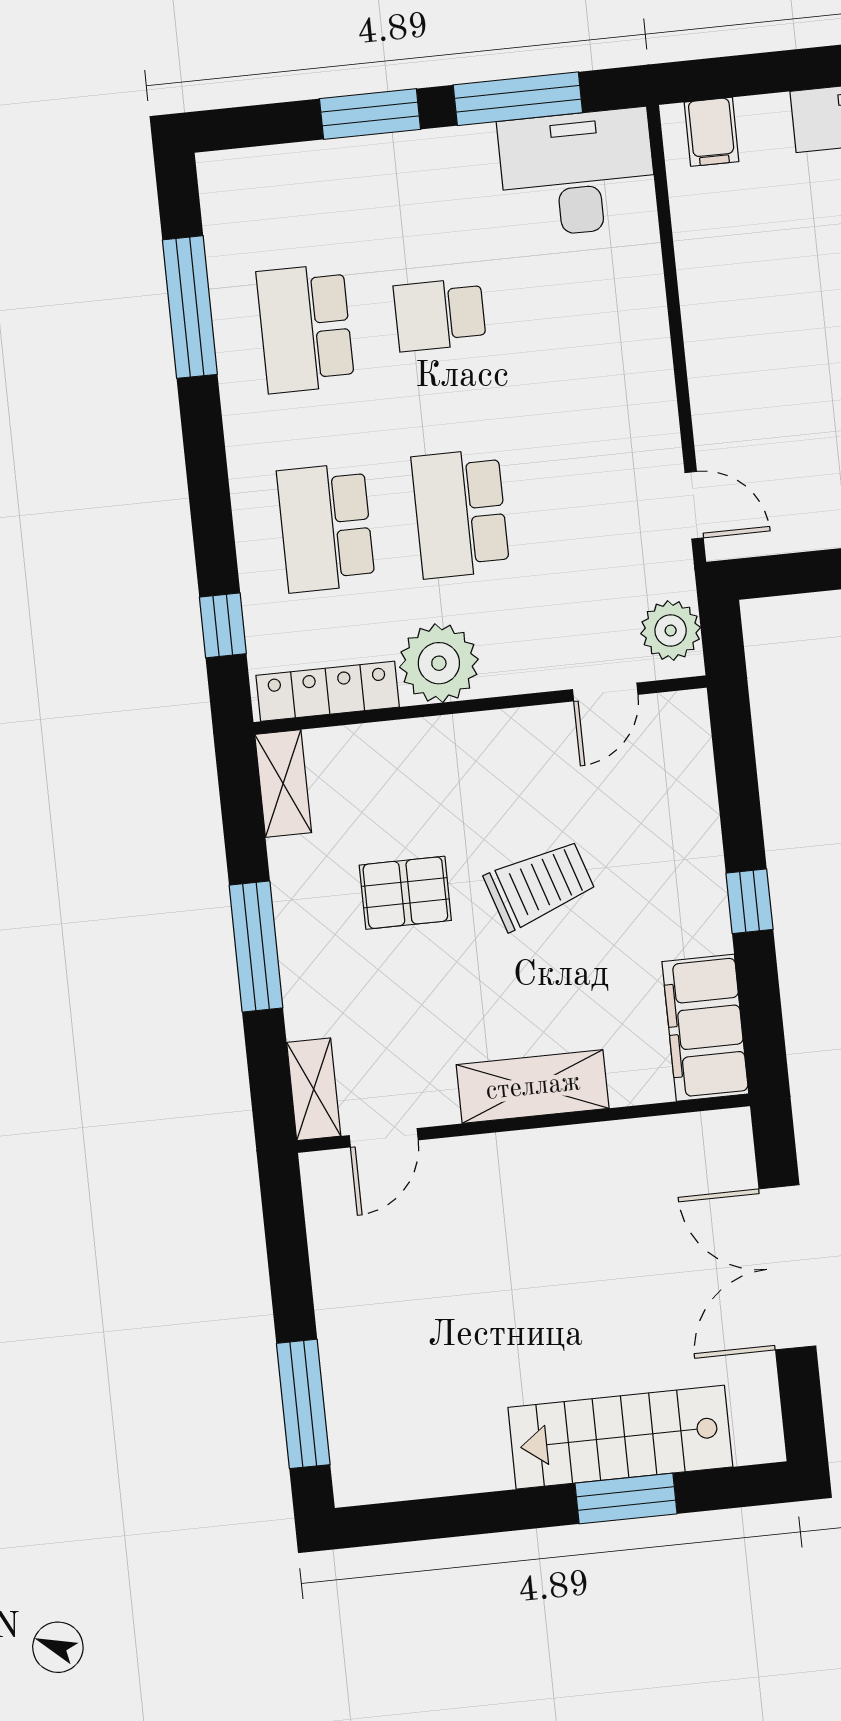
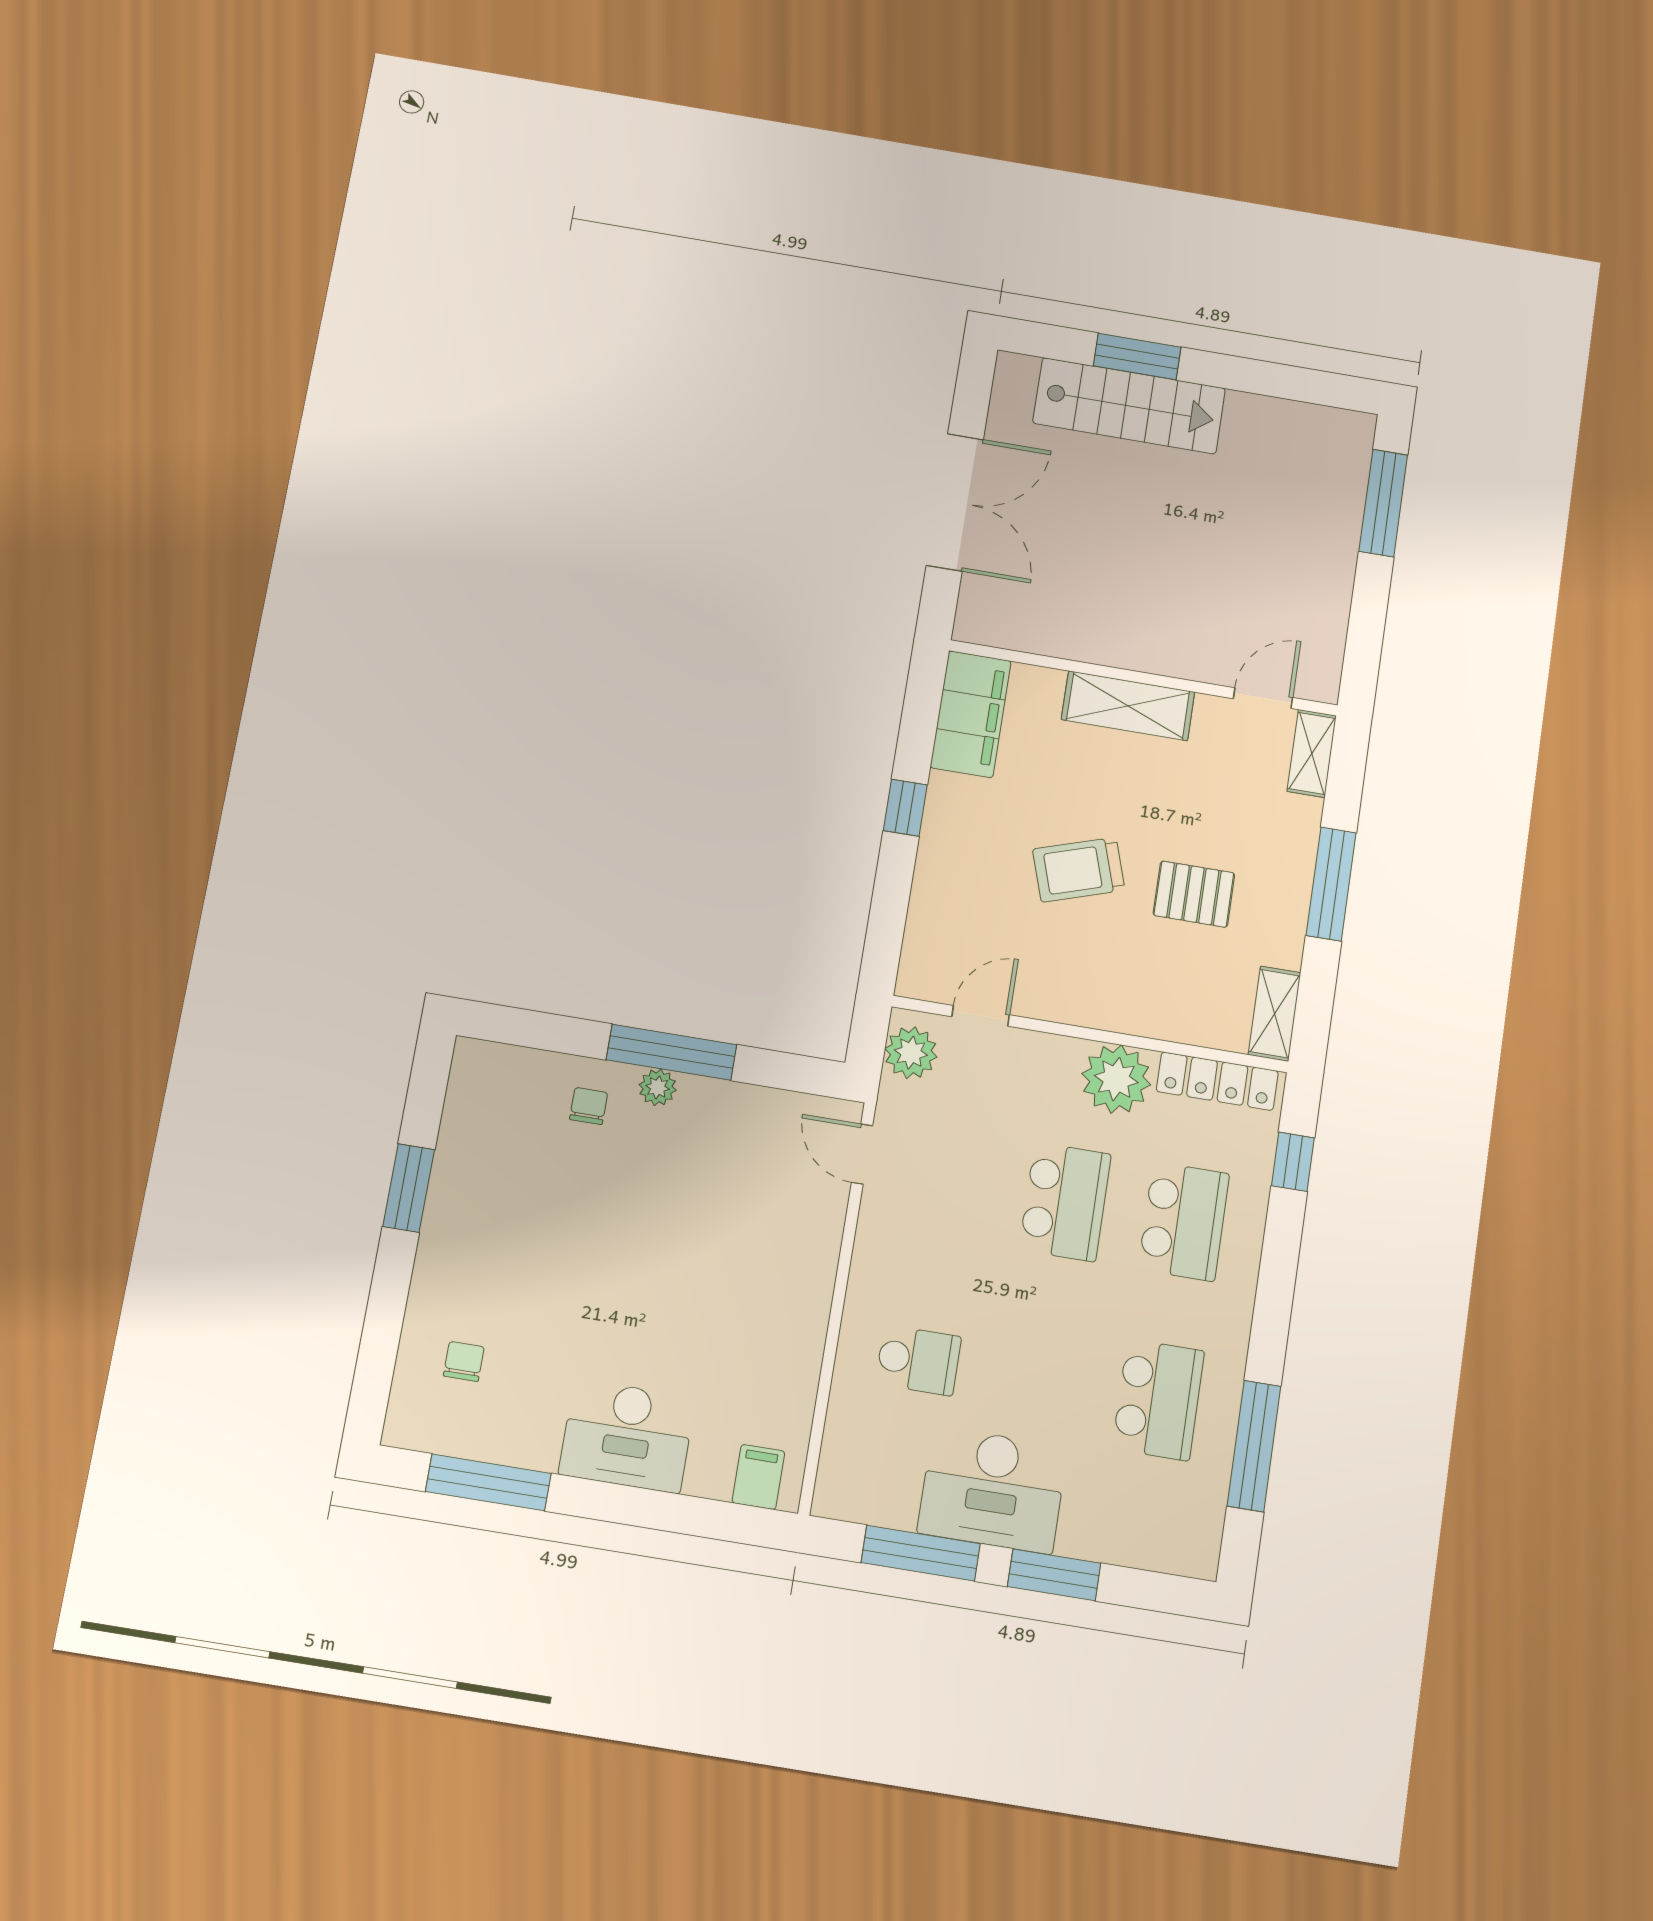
desk: (578, 173) -> (992, 1490), moved
school desk: (440, 315) -> (918, 1360), moved

